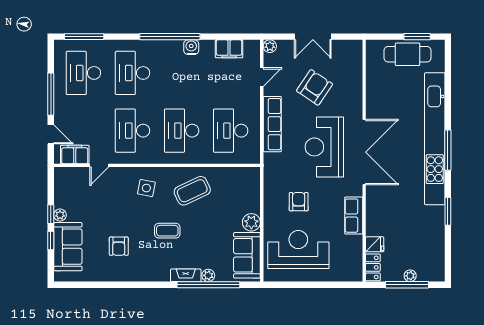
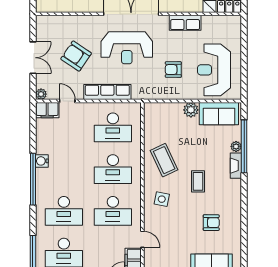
filing cabinet: (229, 49) -> (47, 110), moved, turned 90

